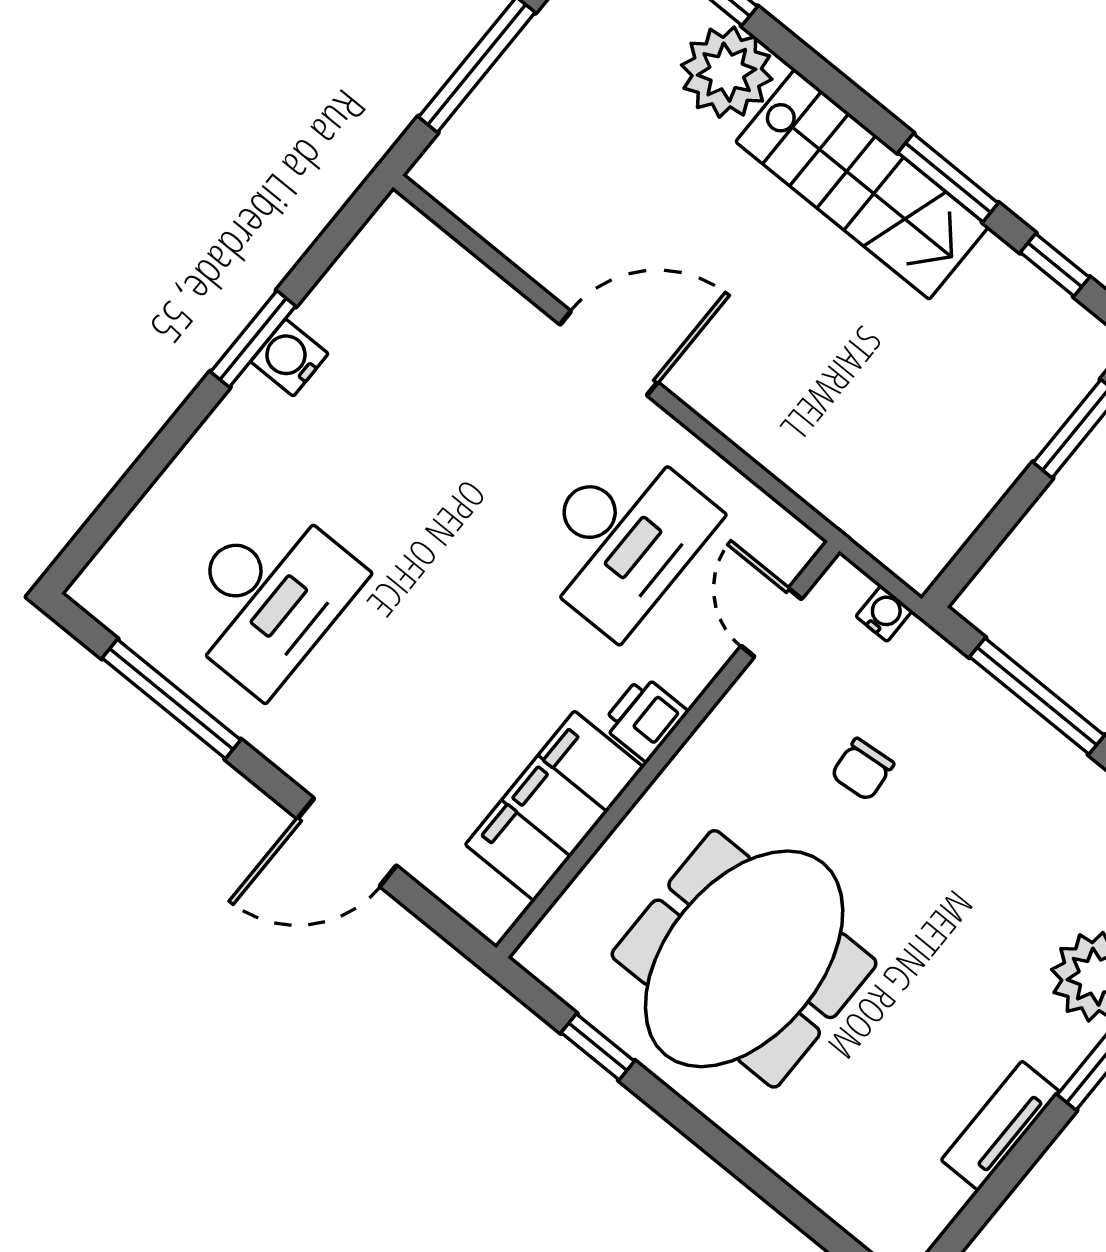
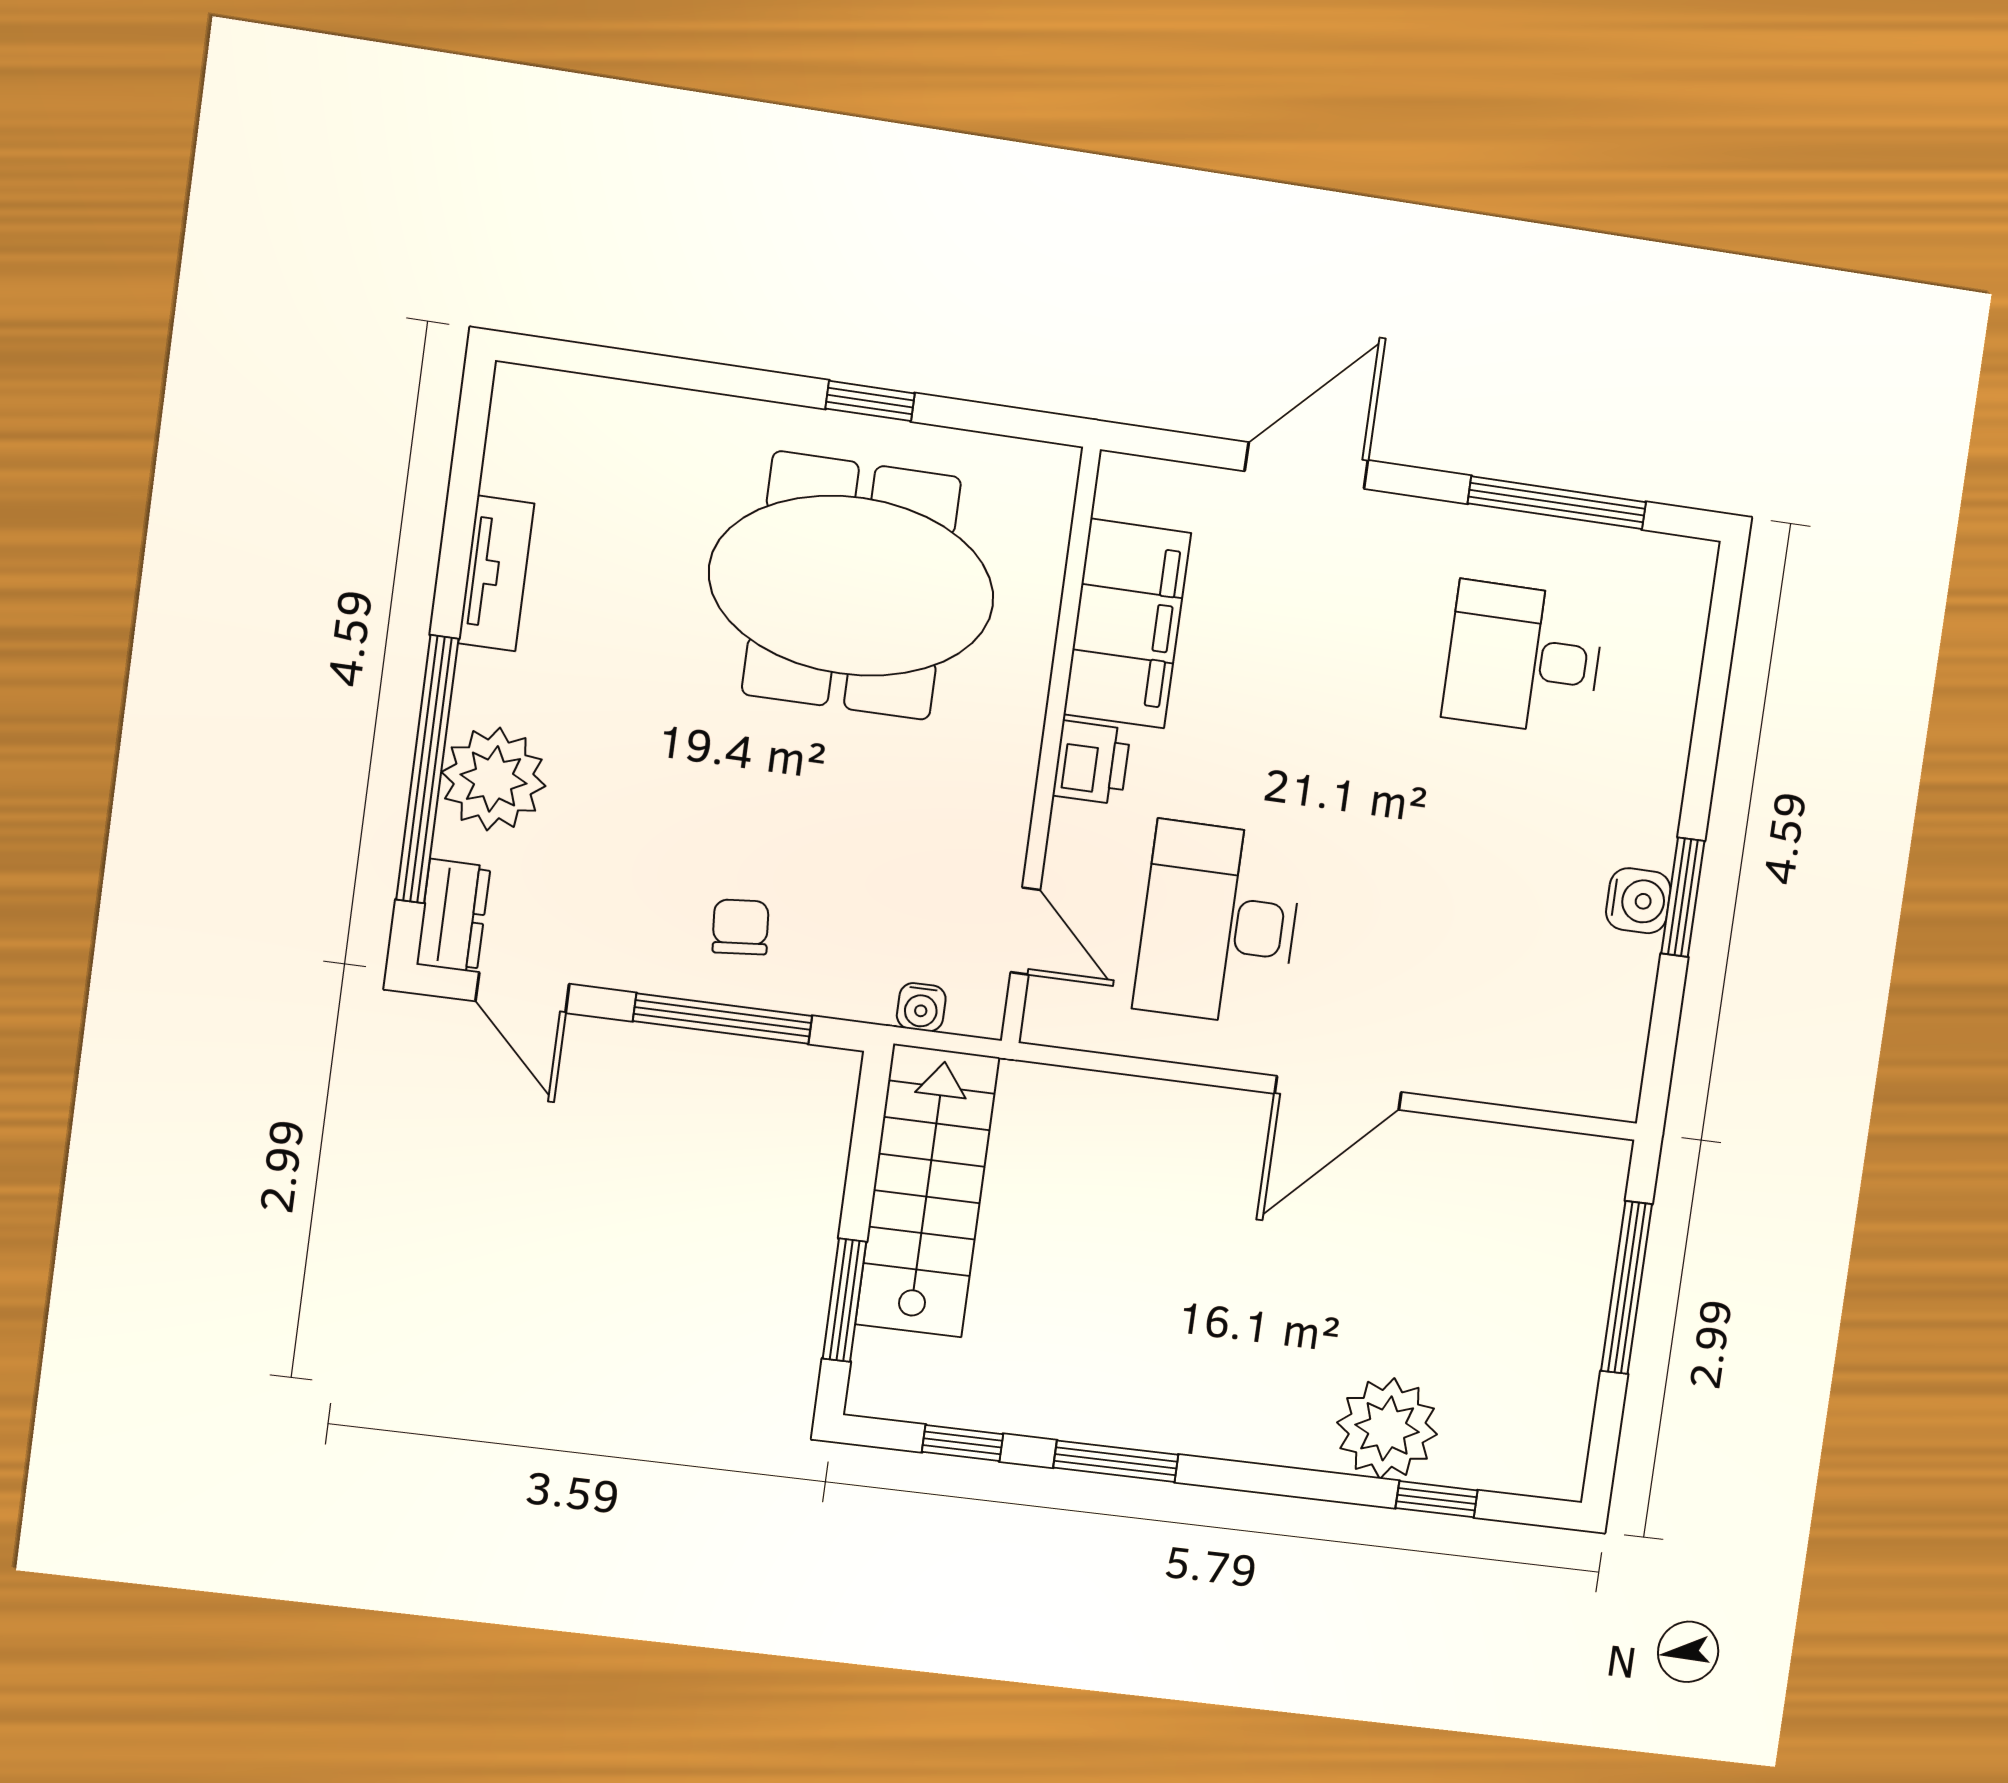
stairs: (862, 184) -> (927, 1191), moved, turned 90
desk: (268, 597) -> (1524, 658), width x0.73
chair: (862, 769) -> (741, 927), moved
meeting table: (744, 959) -> (851, 586), turned 90
window: (598, 1047) -> (870, 401), moved

